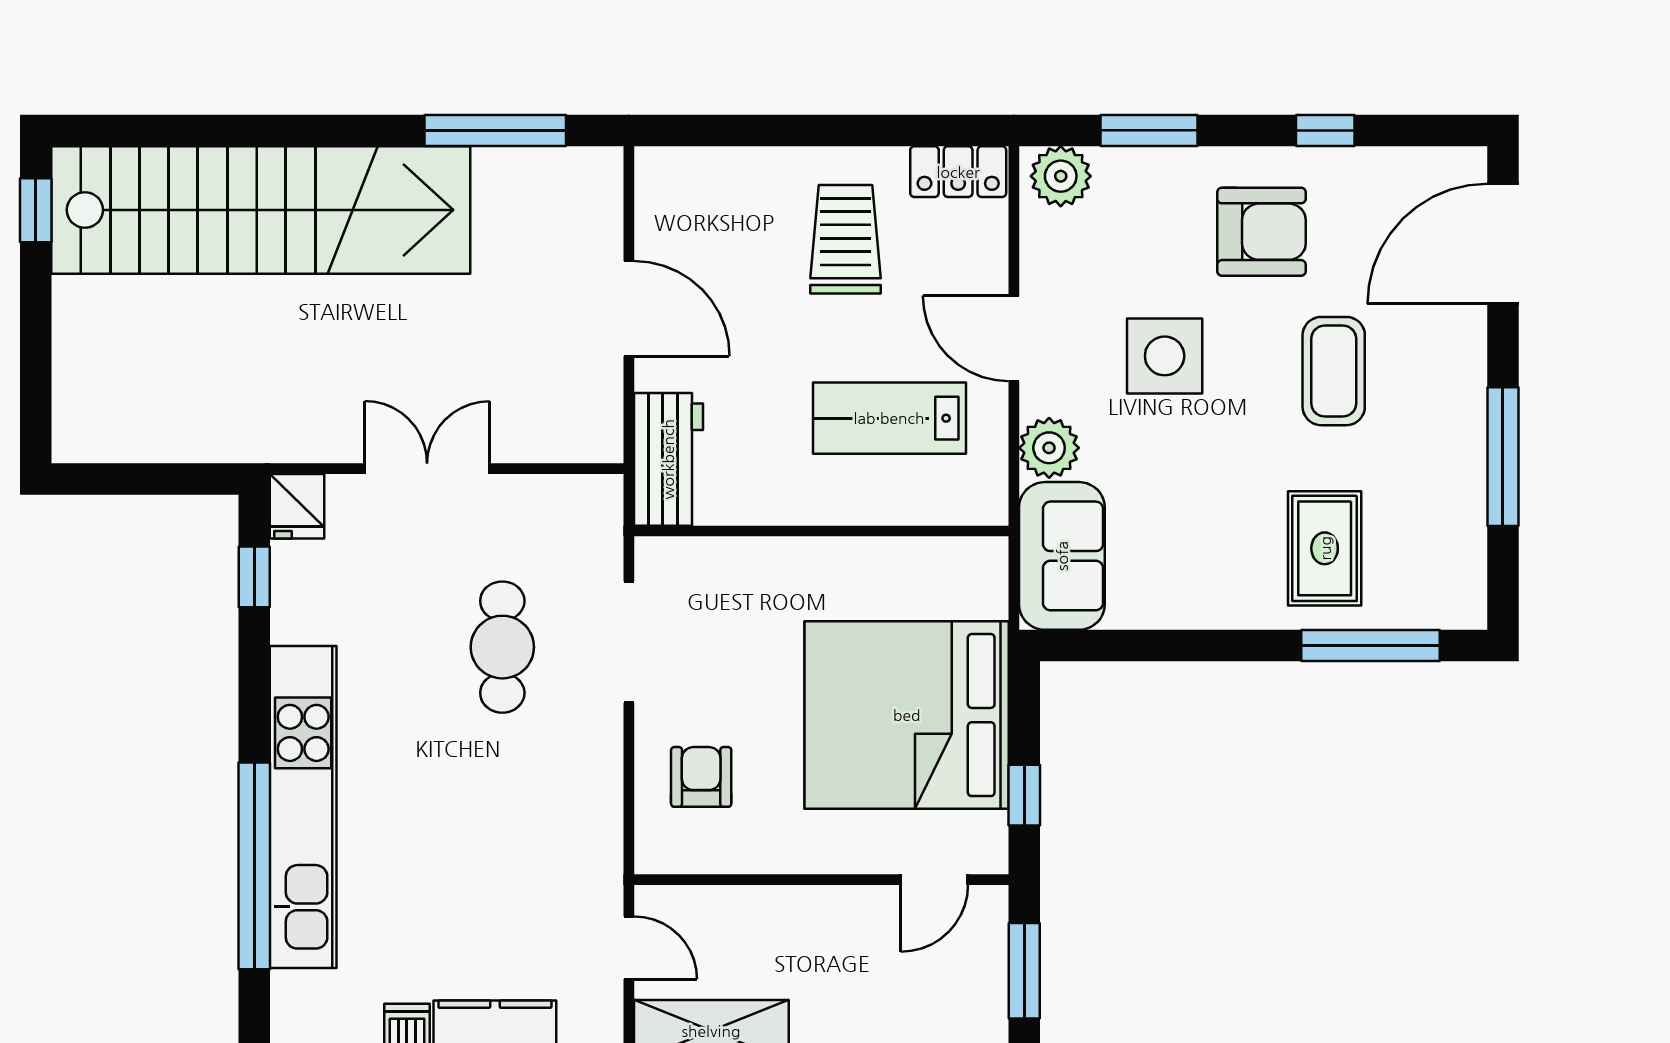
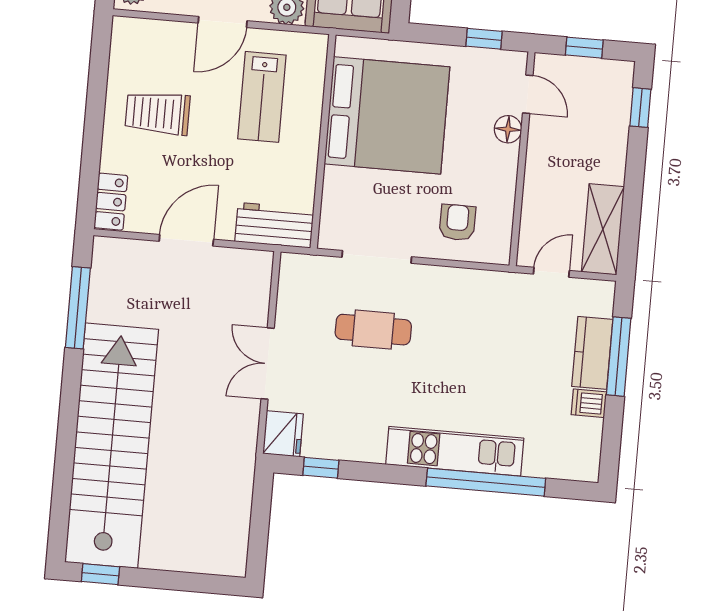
locker: (958, 172) -> (111, 202), moved
fridge: (297, 506) -> (283, 434), width x1.38
bed: (907, 715) -> (387, 115), moved, turned -90
armchair: (701, 777) -> (457, 222), turned 90
kitchen unit: (303, 807) -> (455, 451), width x0.73
floor lamp: (871, 851) -> (508, 129), added
window: (1024, 971) -> (584, 48), width x0.67

